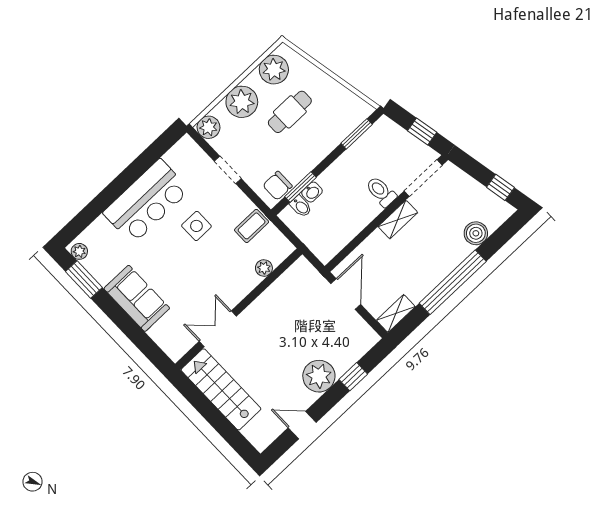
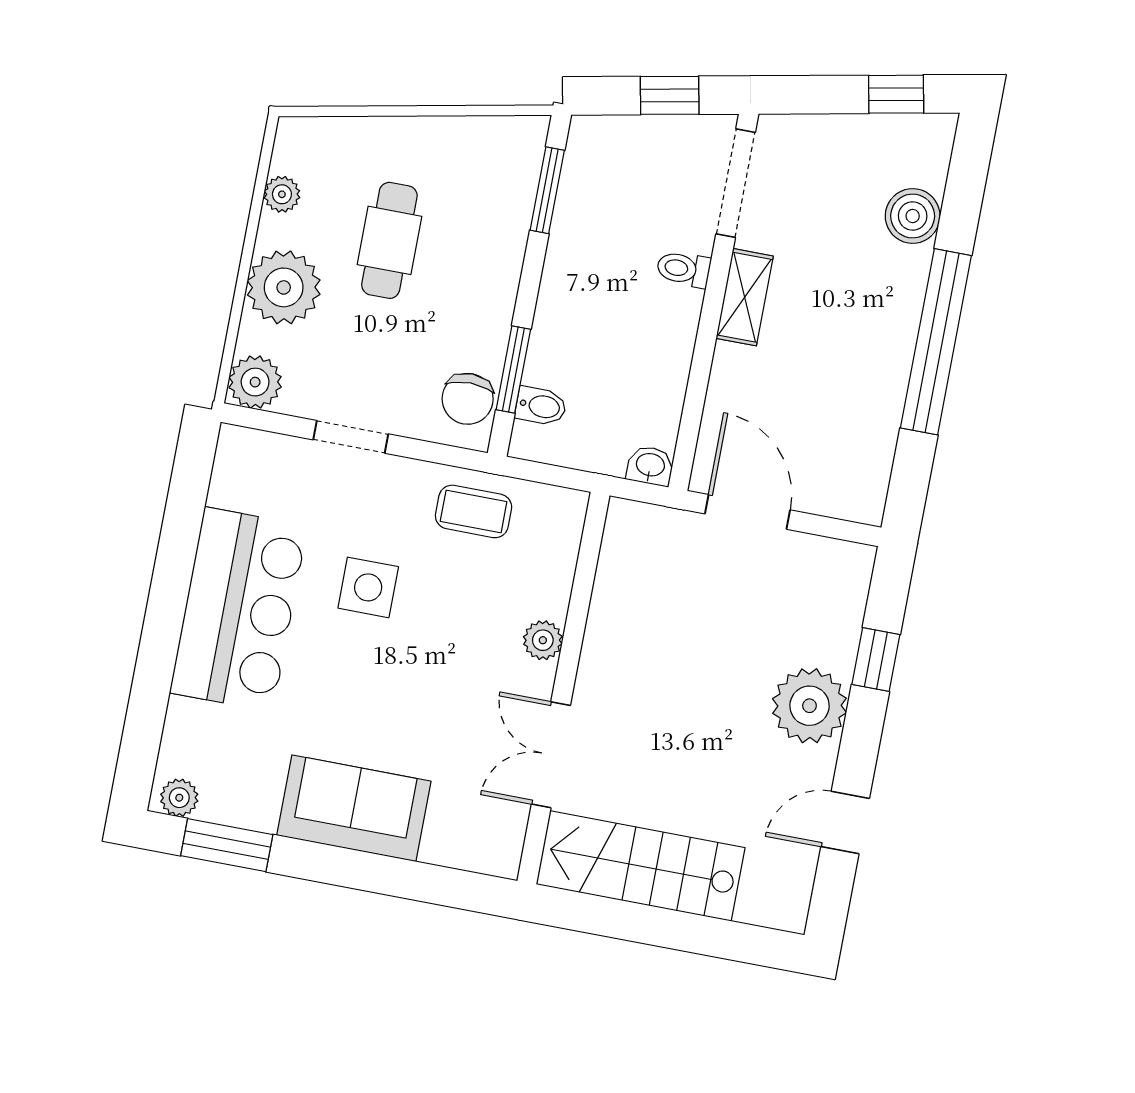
plant: (274, 70) -> (282, 194), width x0.53, depth x0.53
washbasin: (312, 192) -> (650, 466), moved, turned -90
toilet: (381, 192) -> (683, 269), width x0.73, depth x0.72
coffee table: (252, 226) -> (474, 511), turned 90
plant: (264, 268) -> (543, 640), moved
shelving: (396, 313) -> (870, 480), removed

